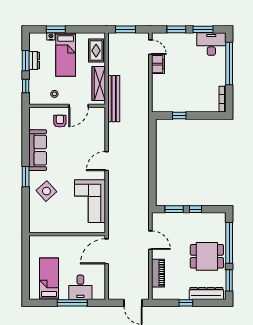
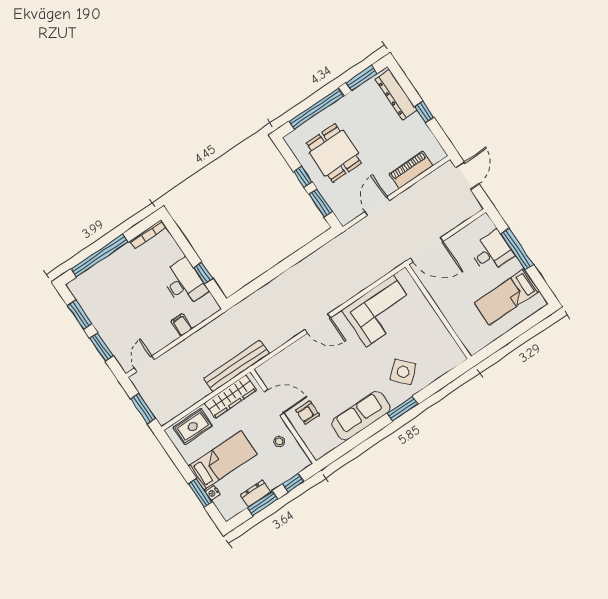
desk: (211, 44) -> (184, 283), moved, turned 180
filing cabinet: (158, 64) -> (182, 325), moved, width x0.50
dining table: (207, 256) -> (334, 153), moved

